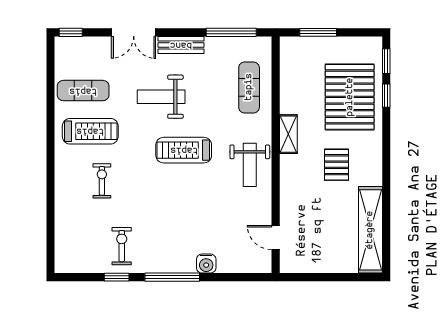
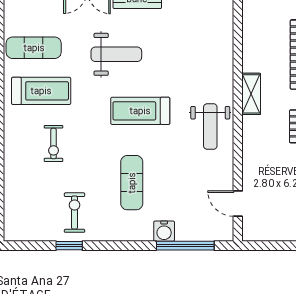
exercise mat: (249, 87) -> (132, 183), moved
weight bench: (161, 97) -> (116, 54), turned 180
exercise bike: (102, 181) -> (54, 144), turned 180
window: (172, 277) -> (185, 246), moved

